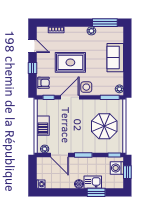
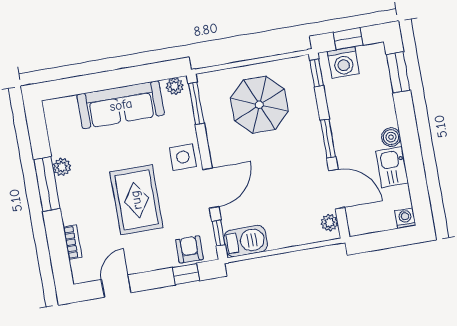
window: (105, 23) -> (47, 184), moved
sofa: (115, 58) -> (121, 105), width x1.36
window: (32, 68) -> (186, 274), moved
door: (70, 97) -> (211, 188), swing flipped
barbecue: (43, 126) -> (246, 241), moved
door: (60, 155) -> (337, 189), hinge flipped
kitchen sink: (93, 182) -> (392, 167), moved
window: (96, 192) -> (398, 72), moved

